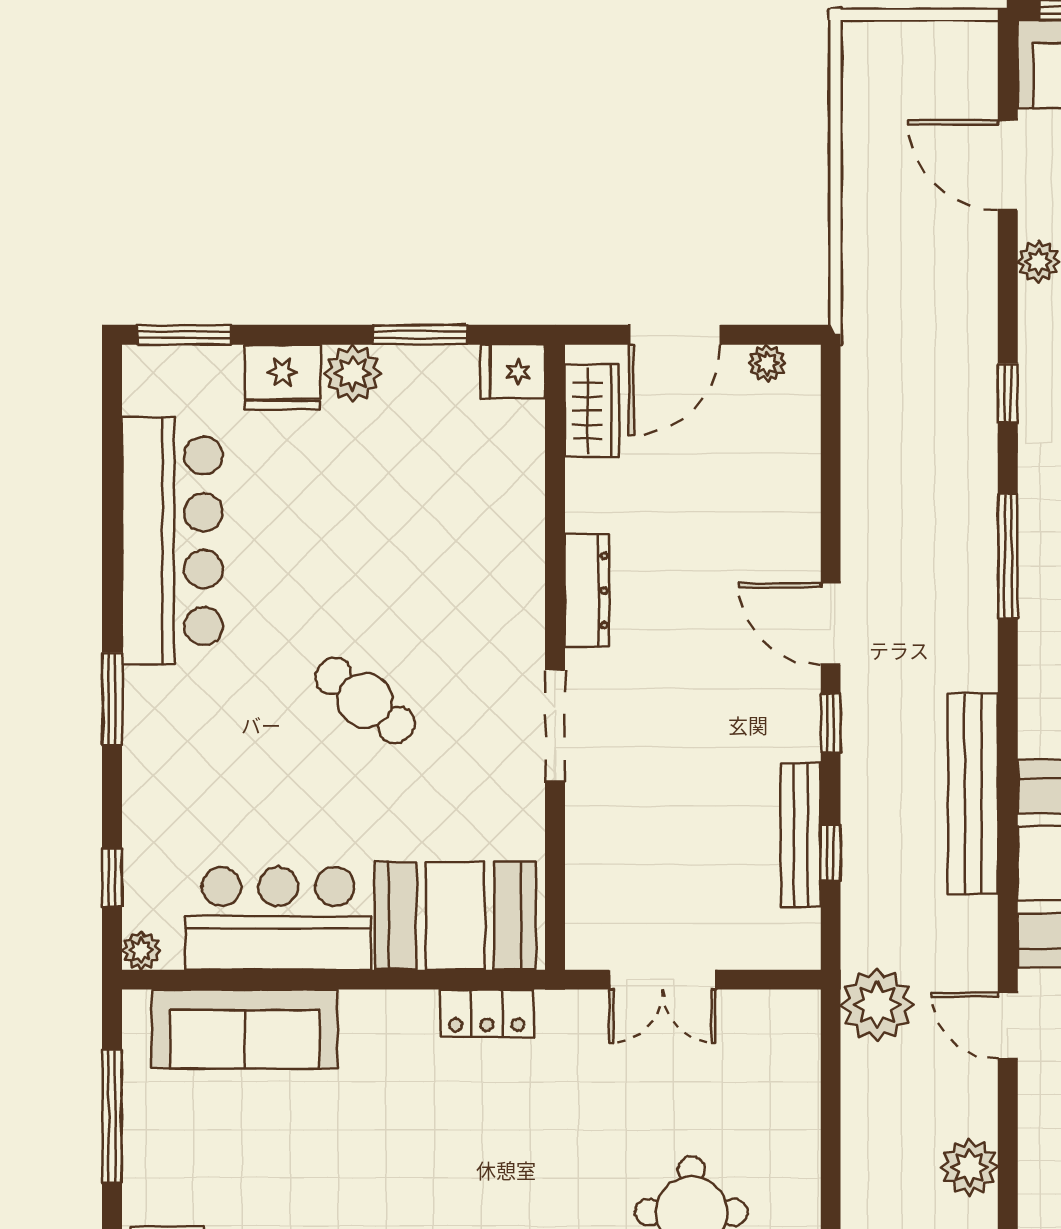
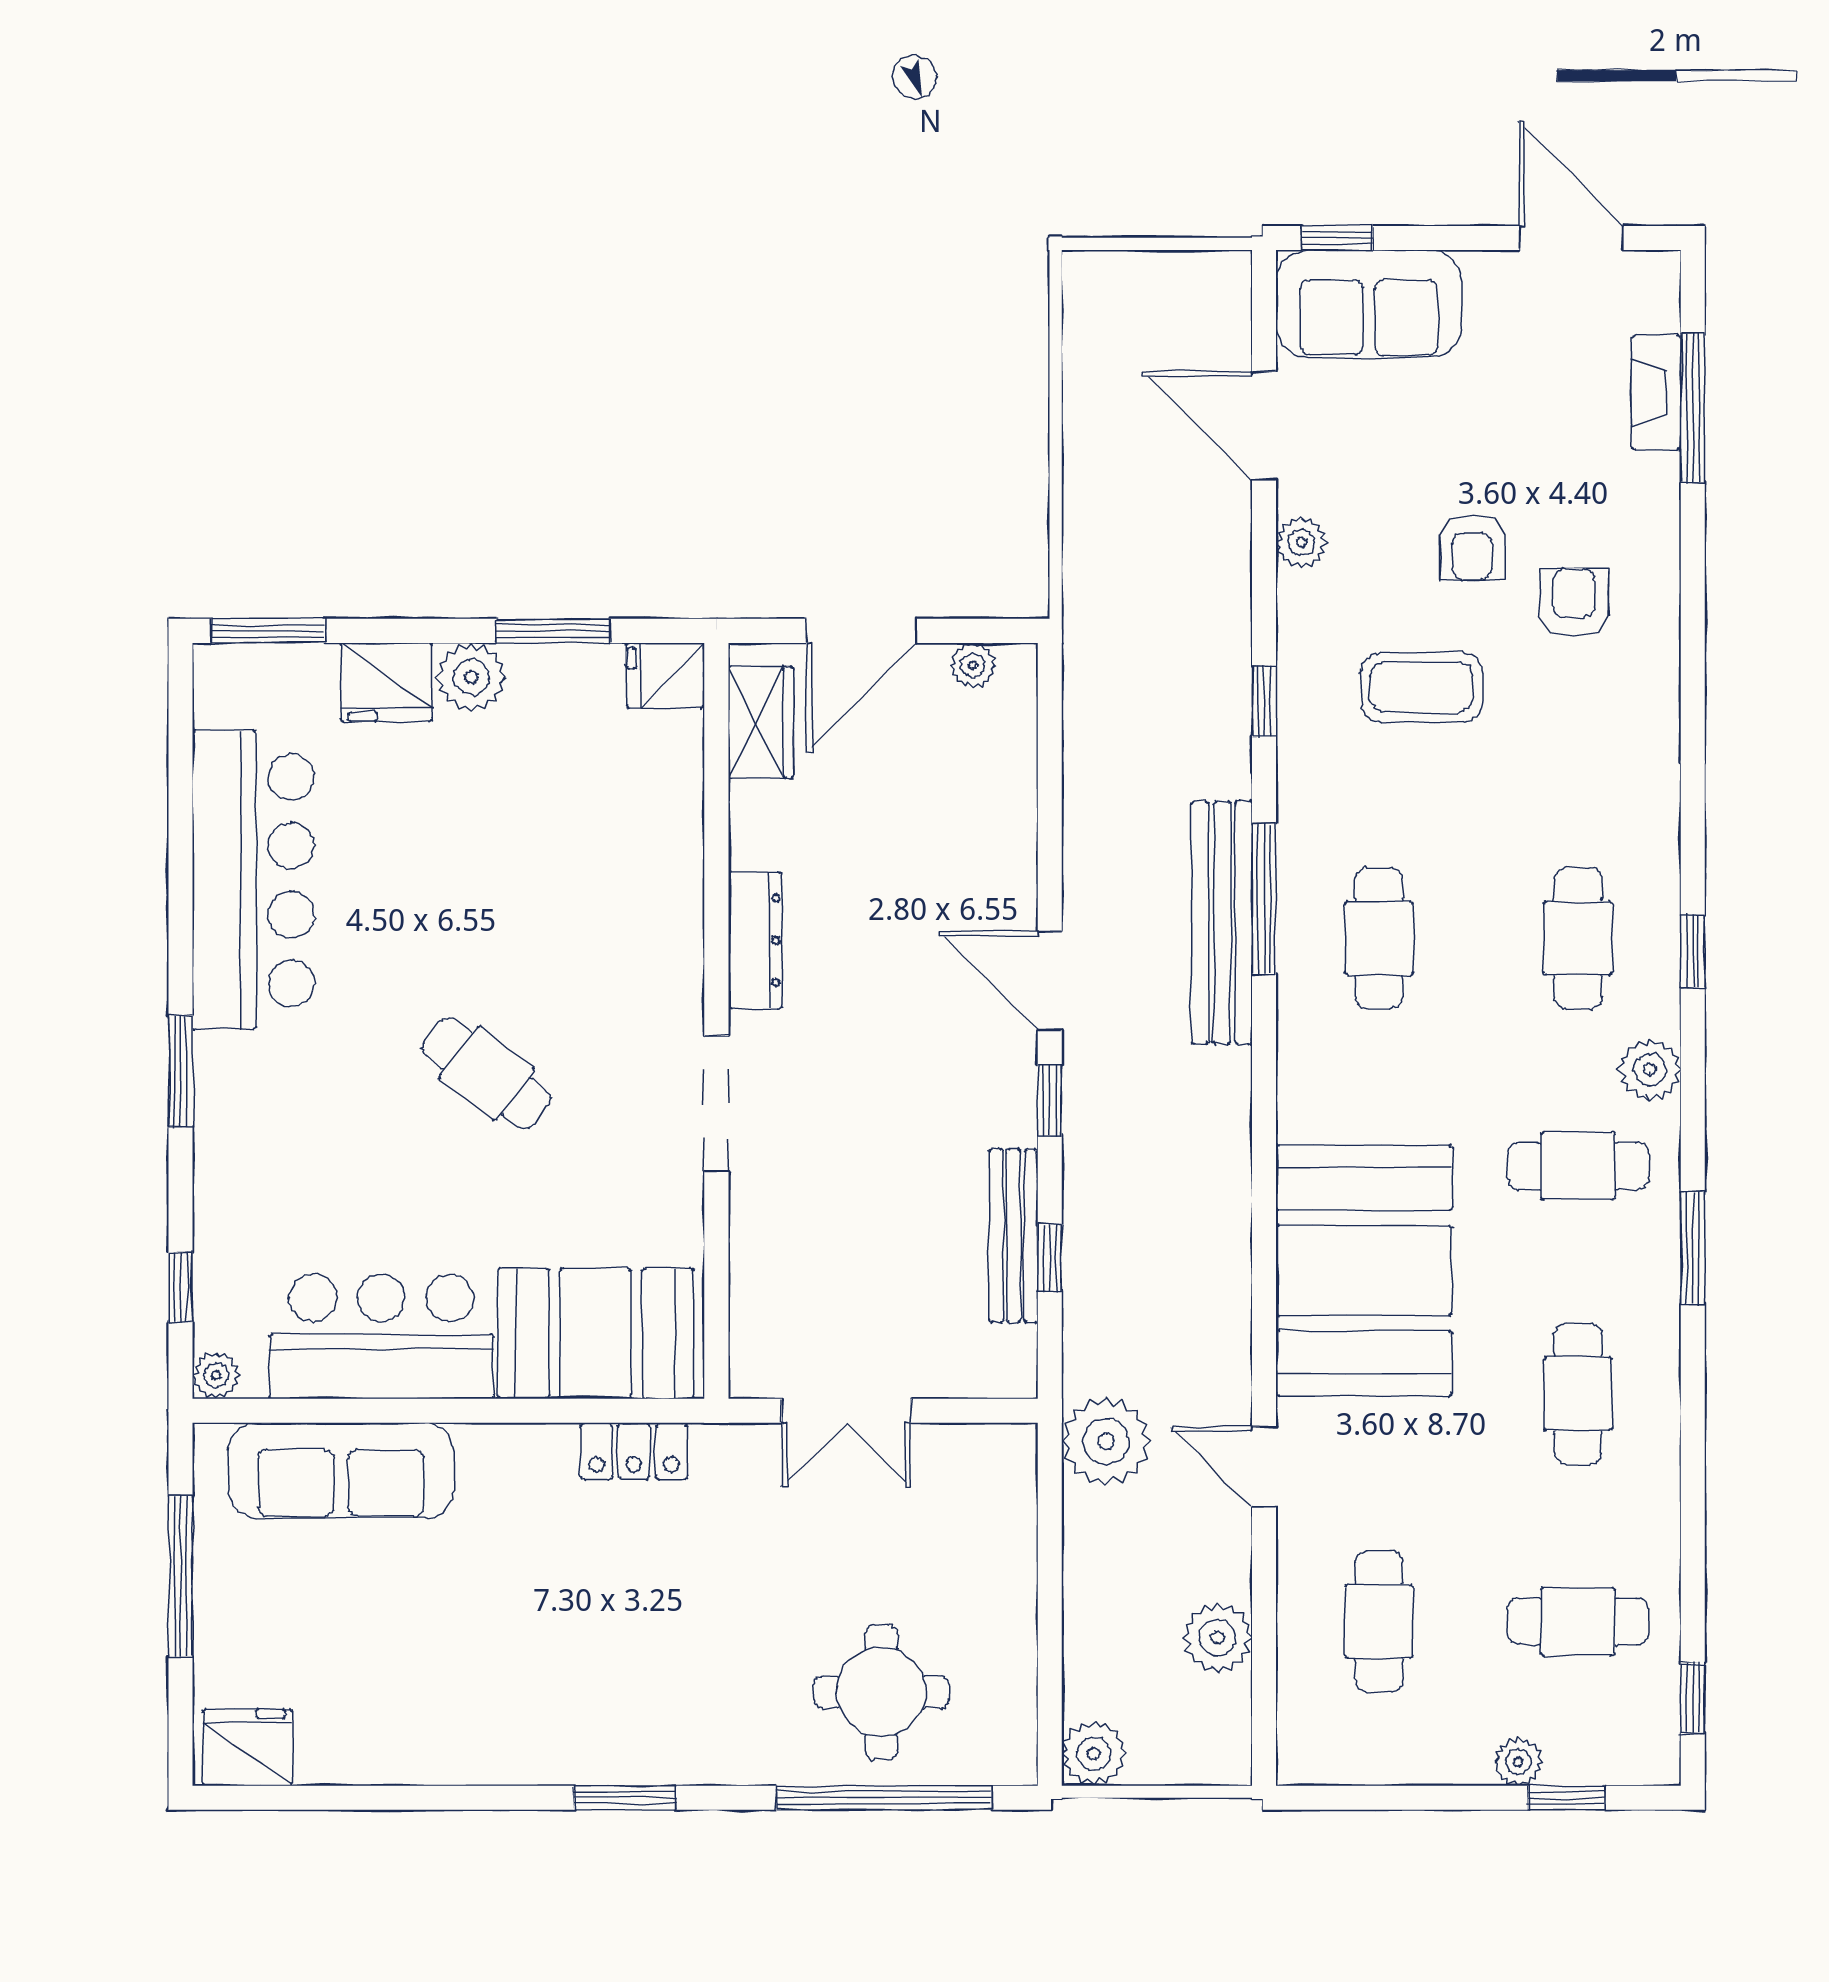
bench: (973, 793) -> (1222, 923), moved

